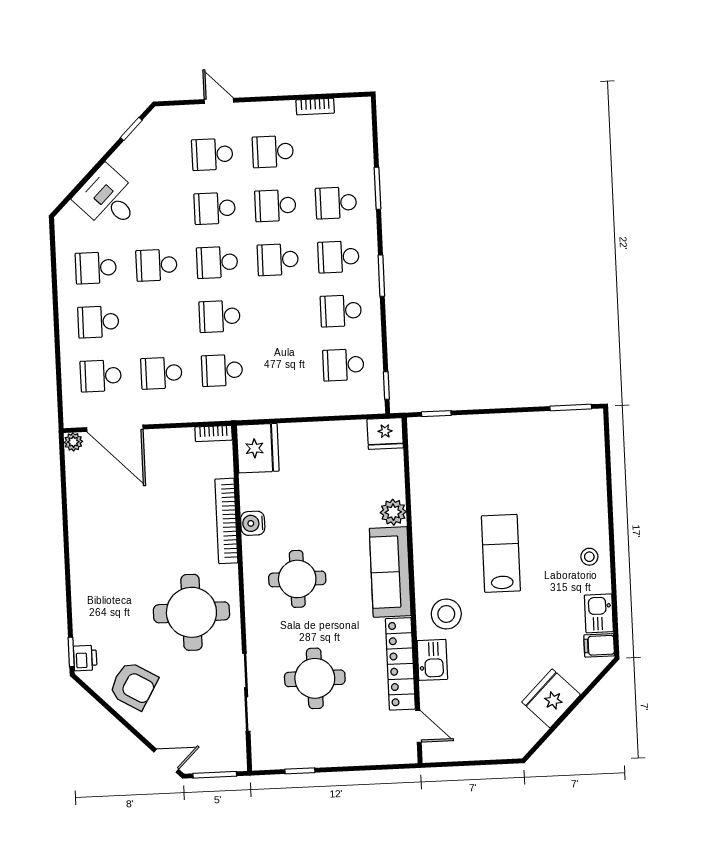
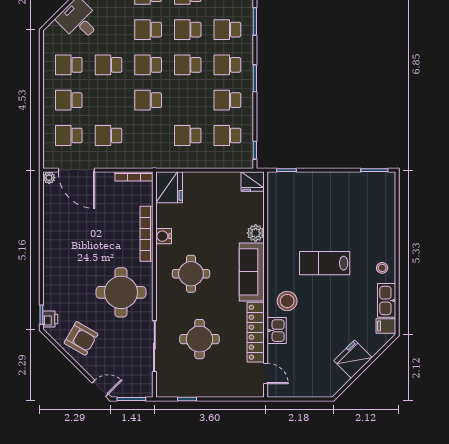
school desk: (222, 370) -> (188, 135), moved
bookcase: (214, 434) -> (134, 176), width x1.56
lab bench: (501, 553) -> (325, 263), turned -90
kitchen sink: (599, 613) -> (387, 300), width x1.38

